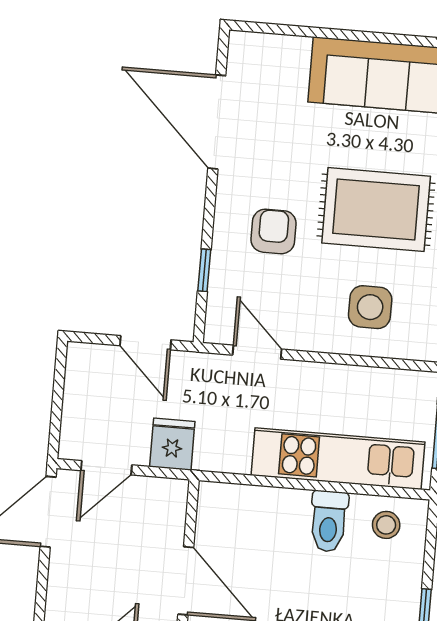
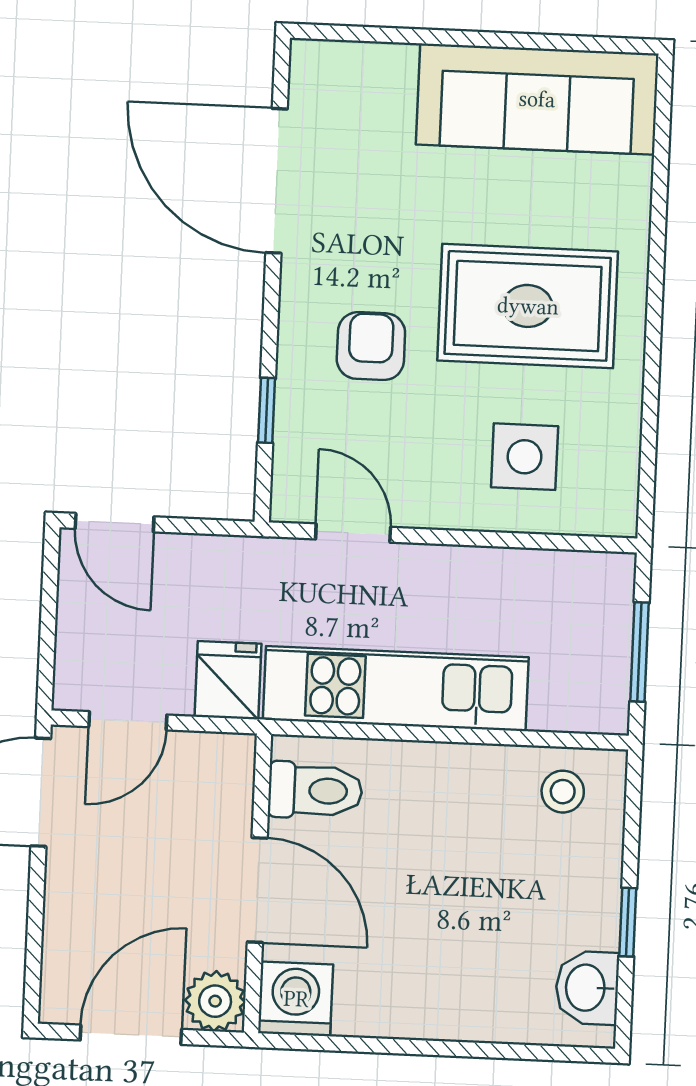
door: (145, 343) -> (115, 523), moved
kitchen unit: (338, 459) -> (396, 688), moved
toilet: (329, 521) -> (315, 791), moved, turned -90

